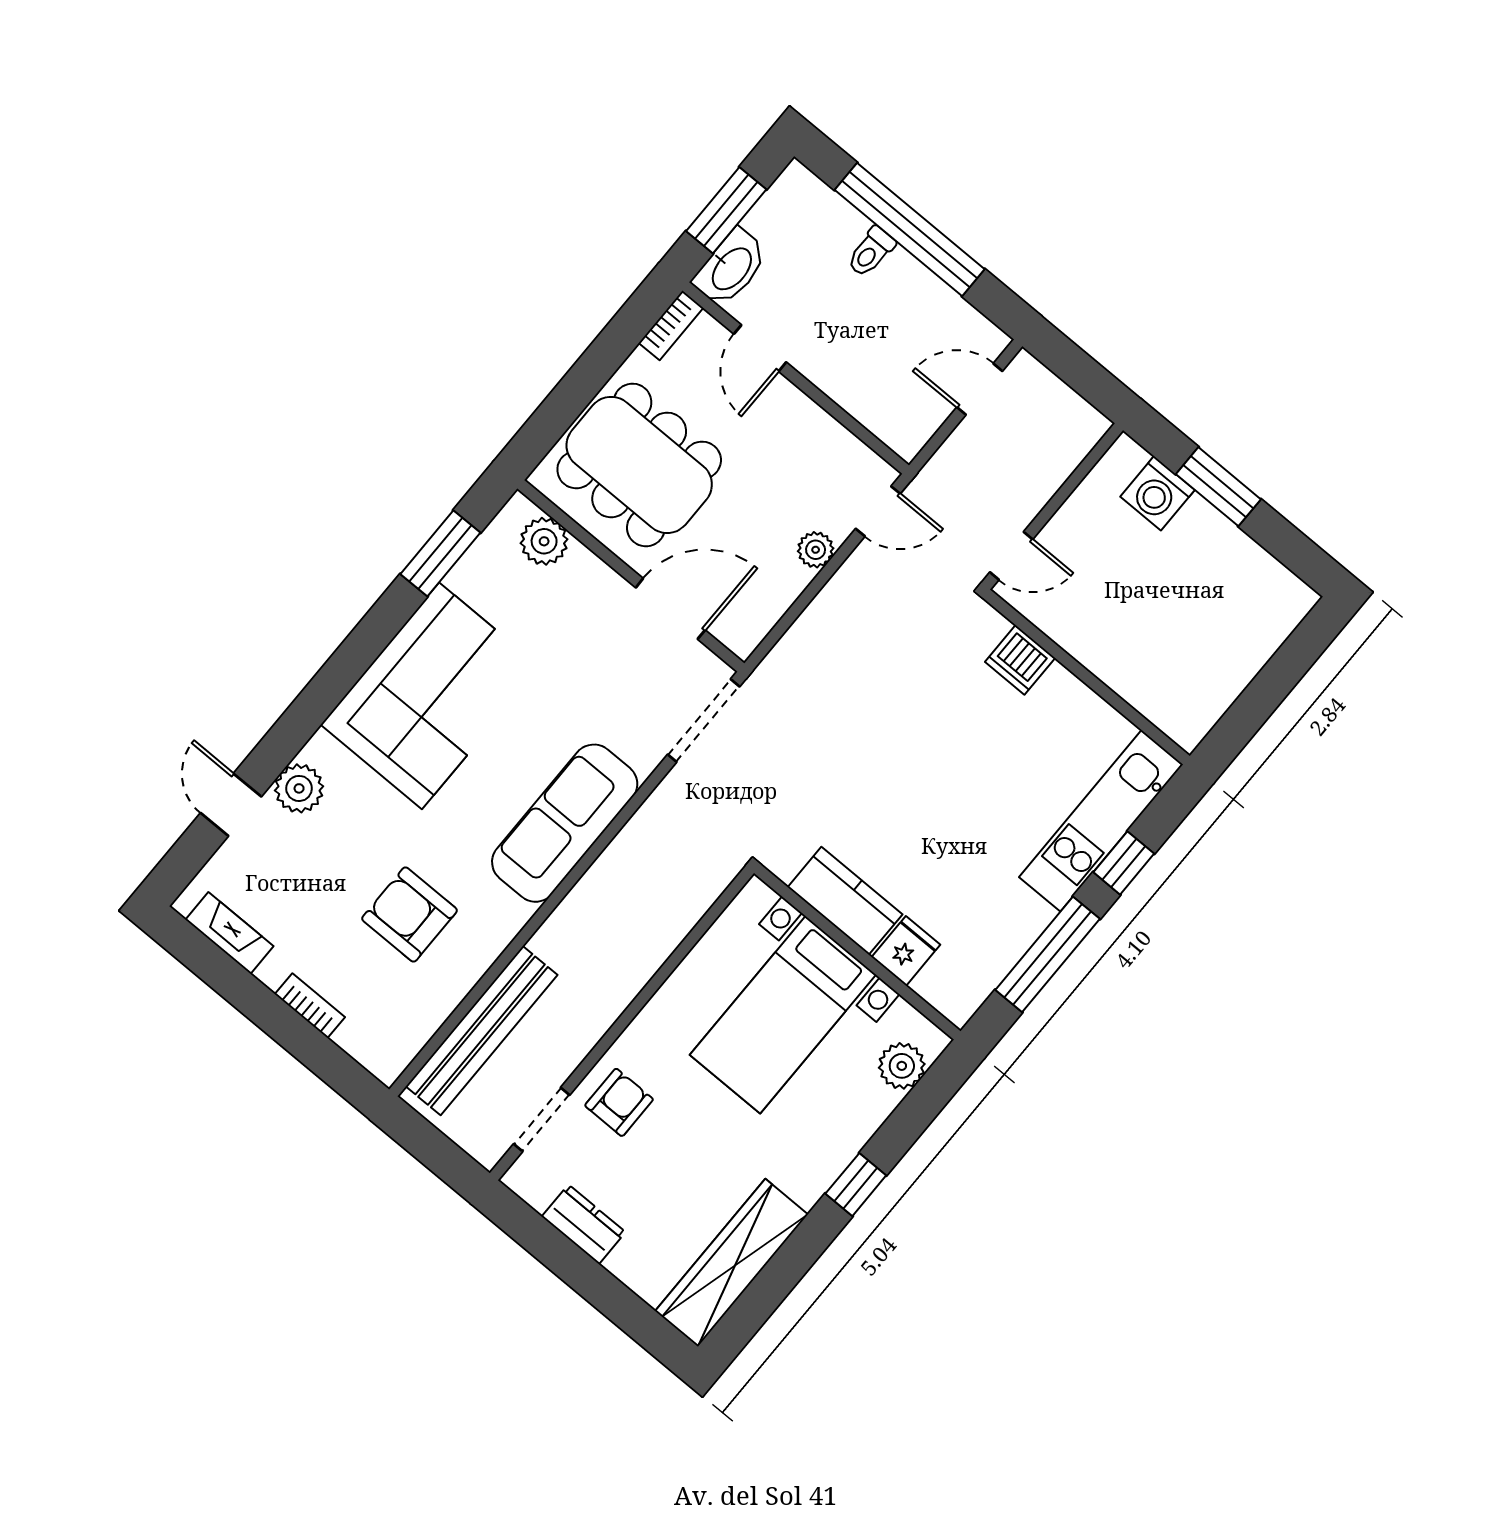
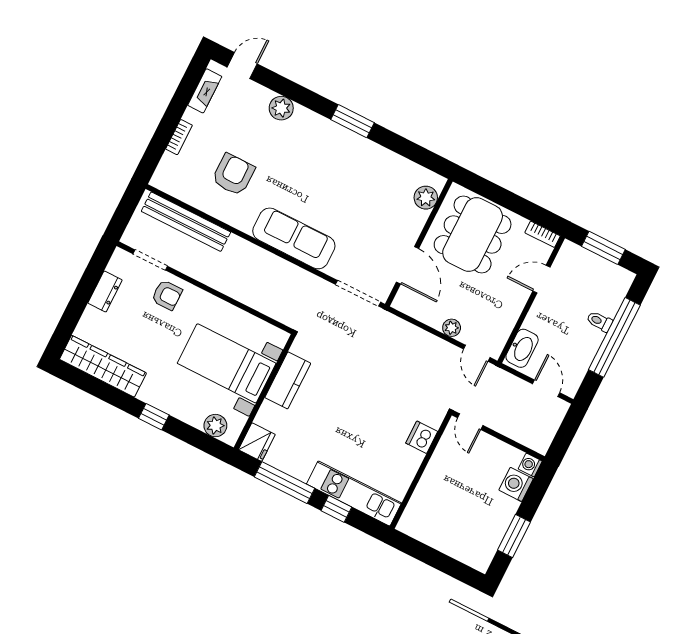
washbasin: (731, 268) -> (522, 348), moved, turned -90
washing machine: (1125, 456) -> (530, 465), added
window: (1218, 487) -> (514, 536), moved
window: (440, 553) -> (352, 121), moved
corner sofa: (430, 696) -> (340, 161), removed
door: (231, 805) -> (242, 65), moved
fridge: (906, 951) -> (257, 442), moved, width x1.38

